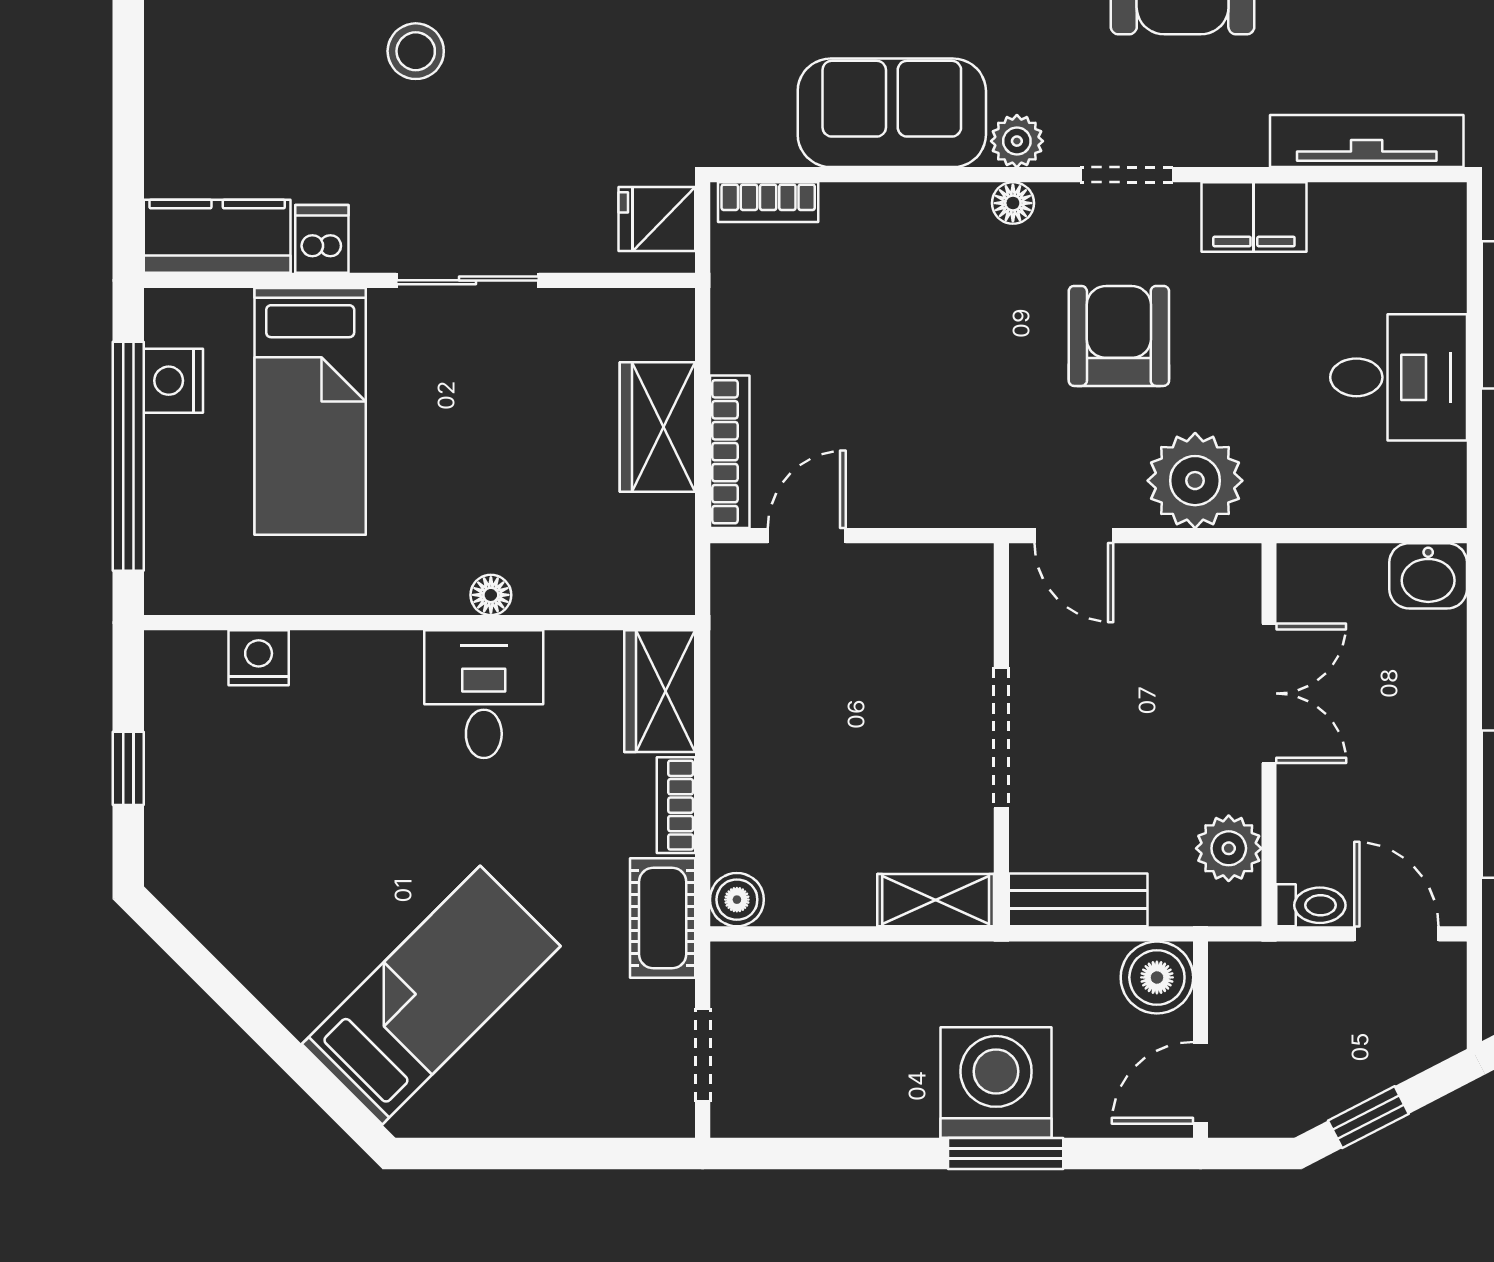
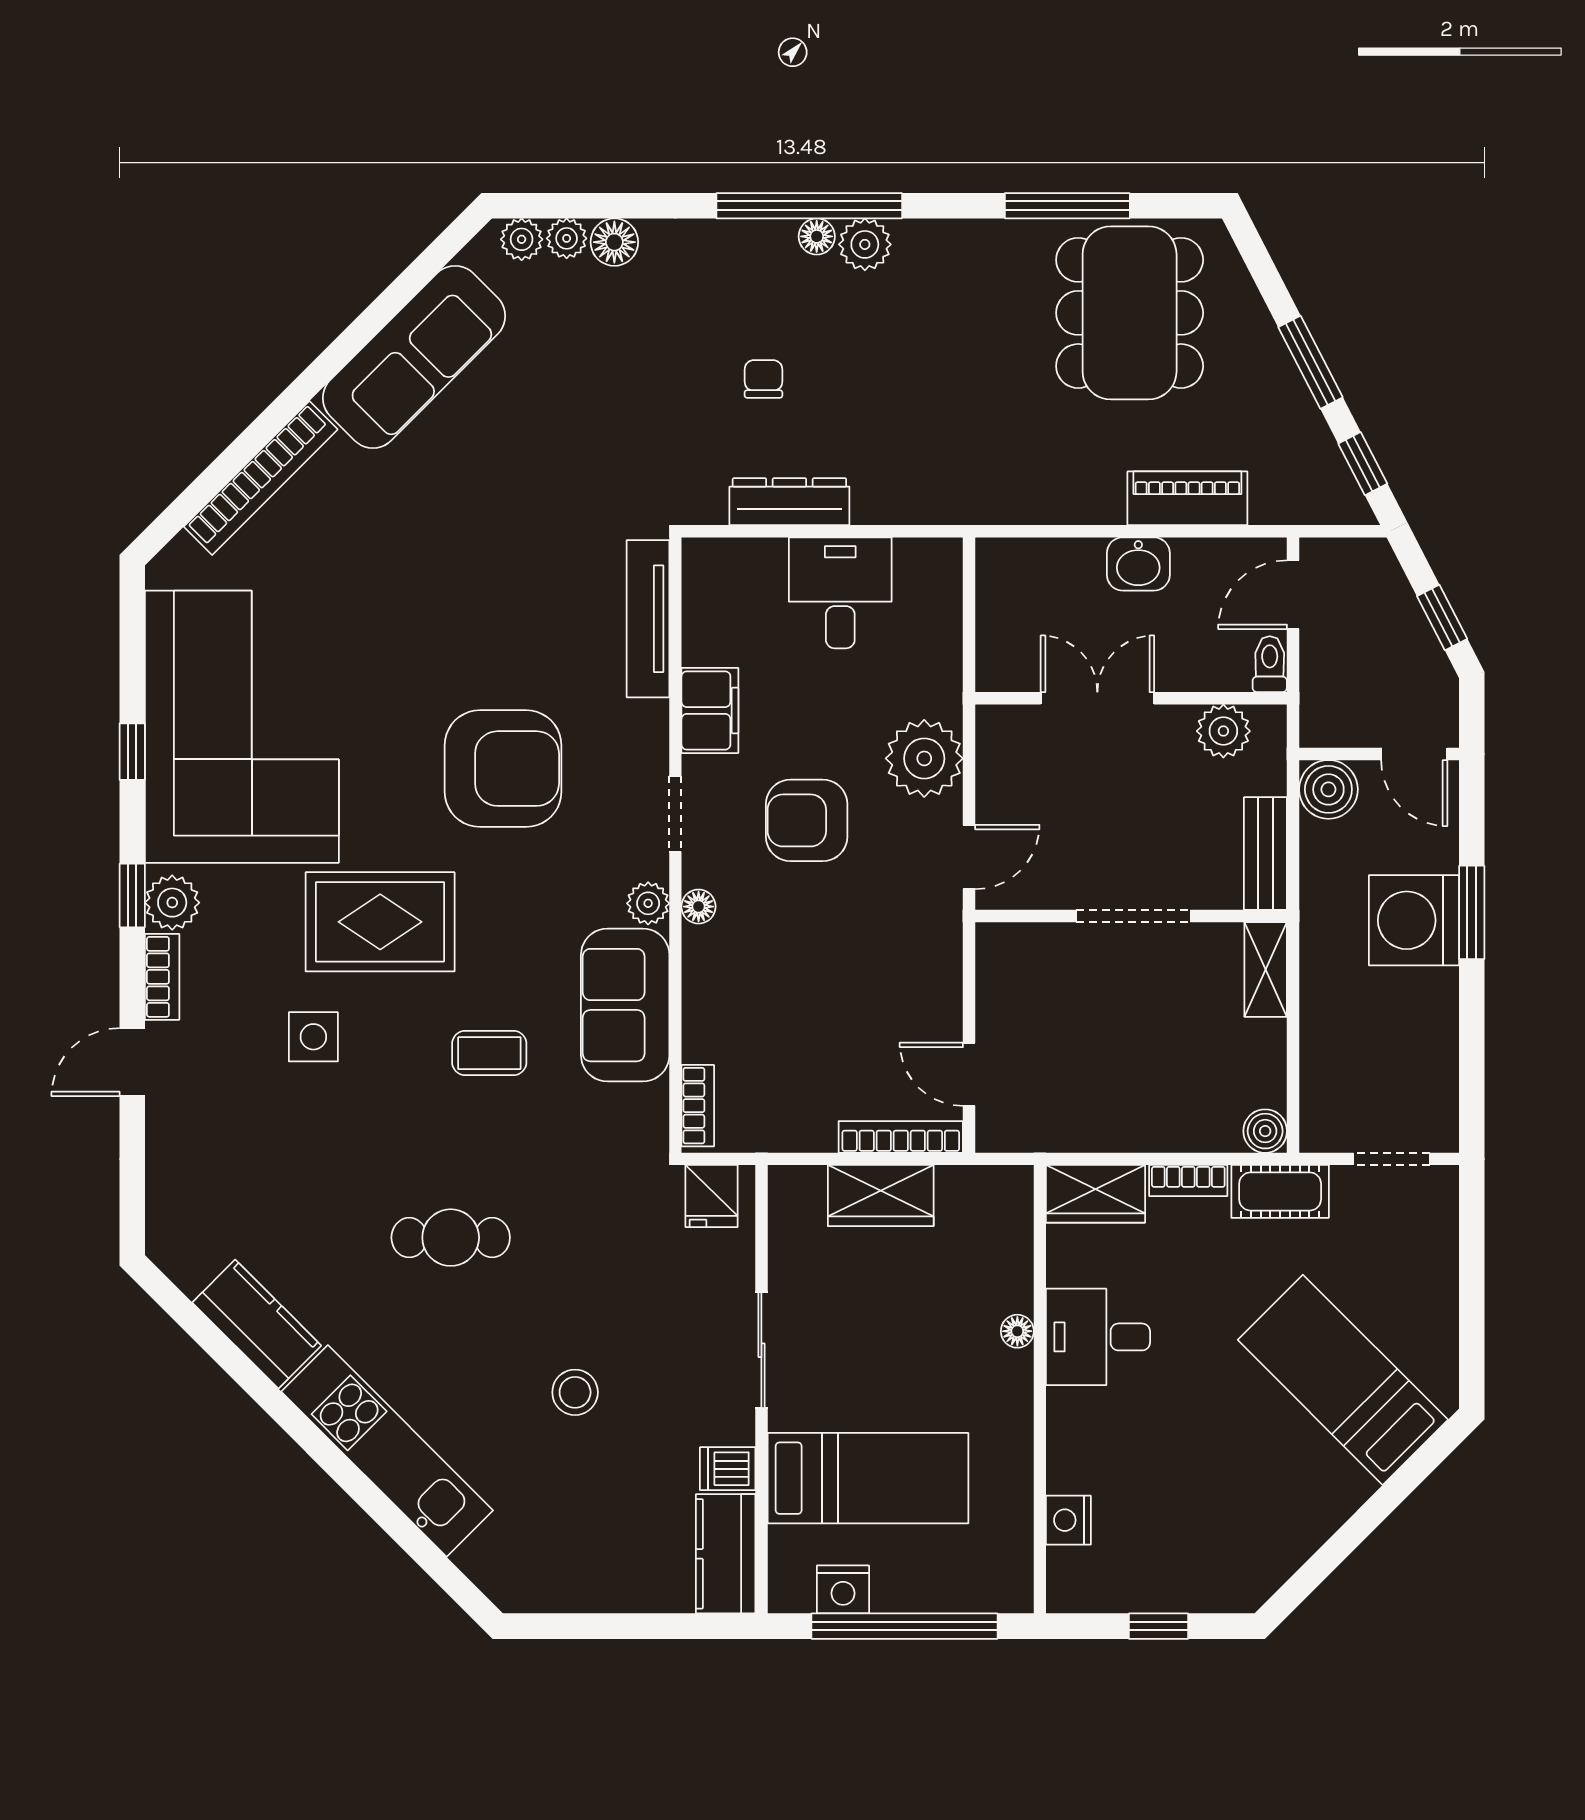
washbasin: (1428, 576) -> (1138, 564), moved, turned 90

